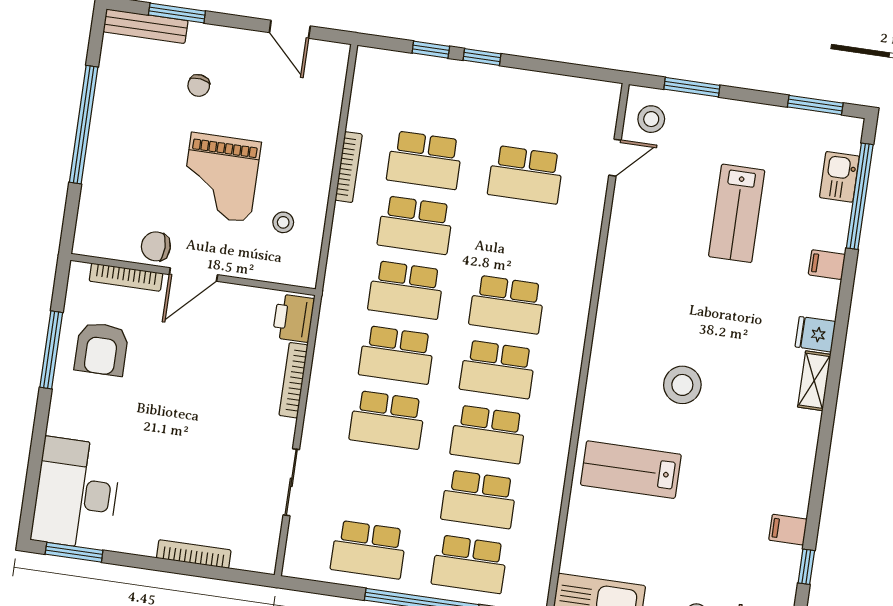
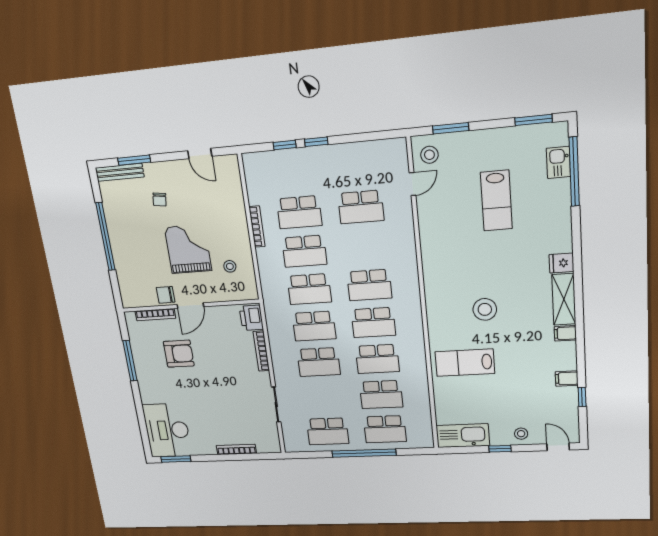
grand piano: (221, 177) -> (188, 249), turned 180
filing cabinet: (827, 265) -> (565, 333), moved
armchair: (101, 349) -> (179, 354), moved, turned -90
shelving: (814, 381) -> (564, 299), width x1.50, depth x1.33

